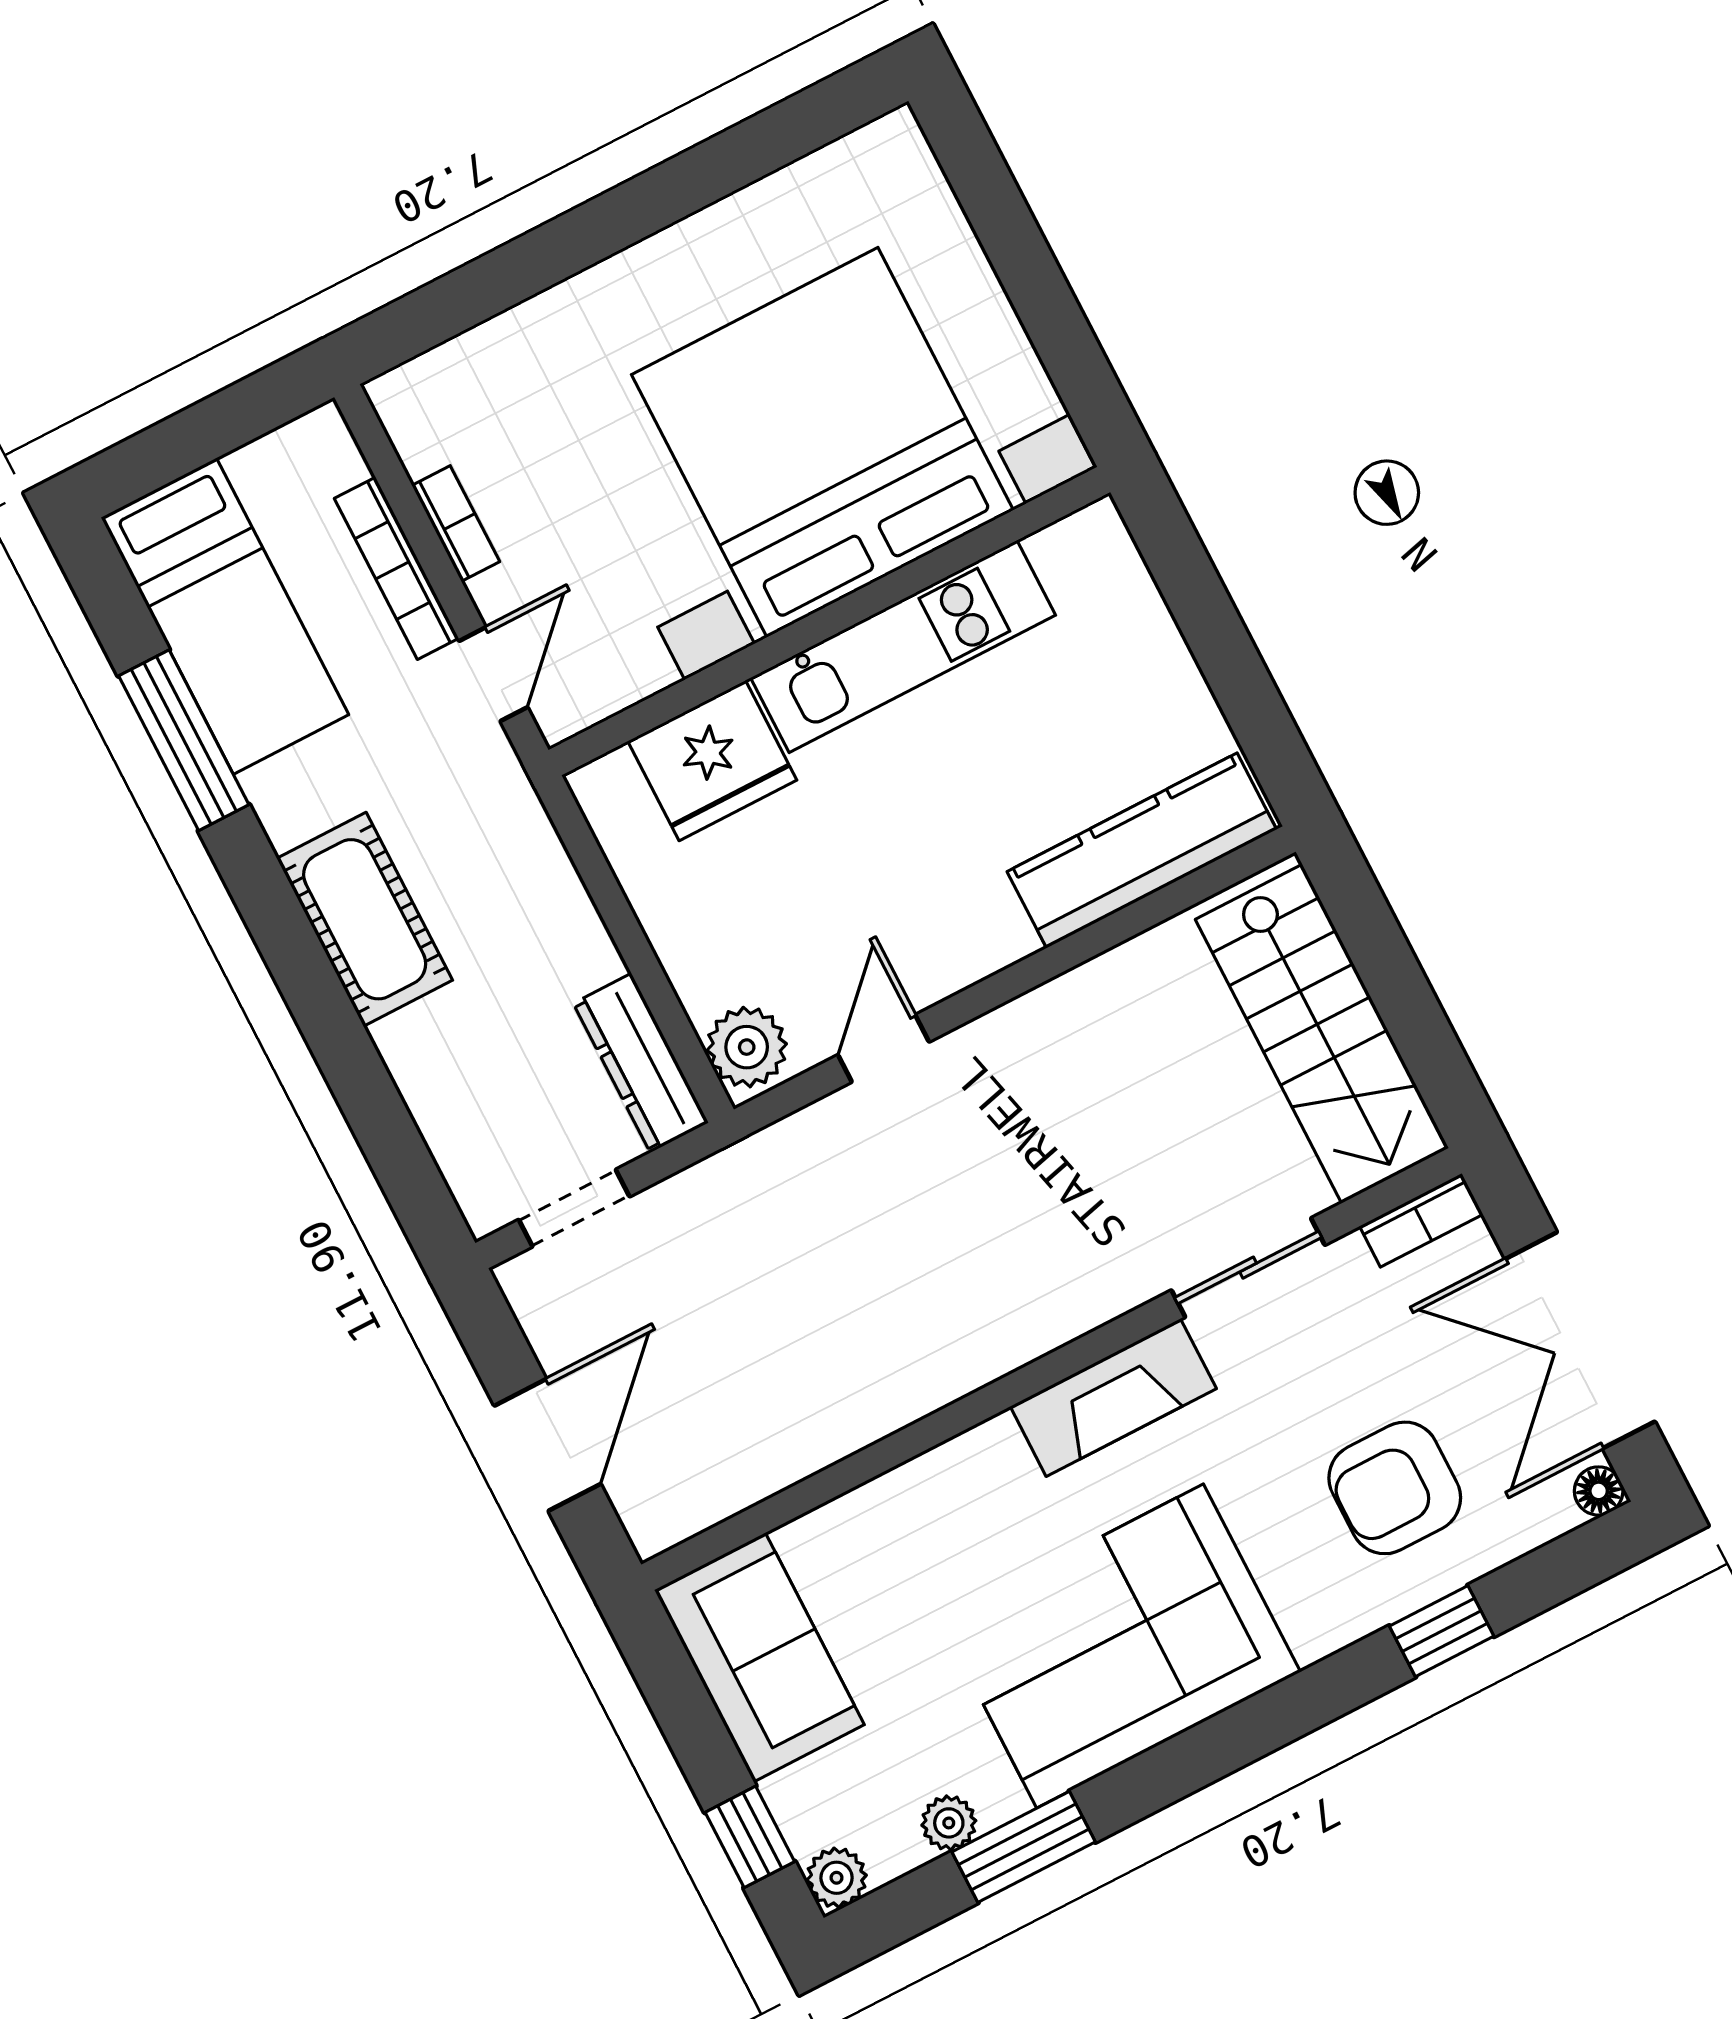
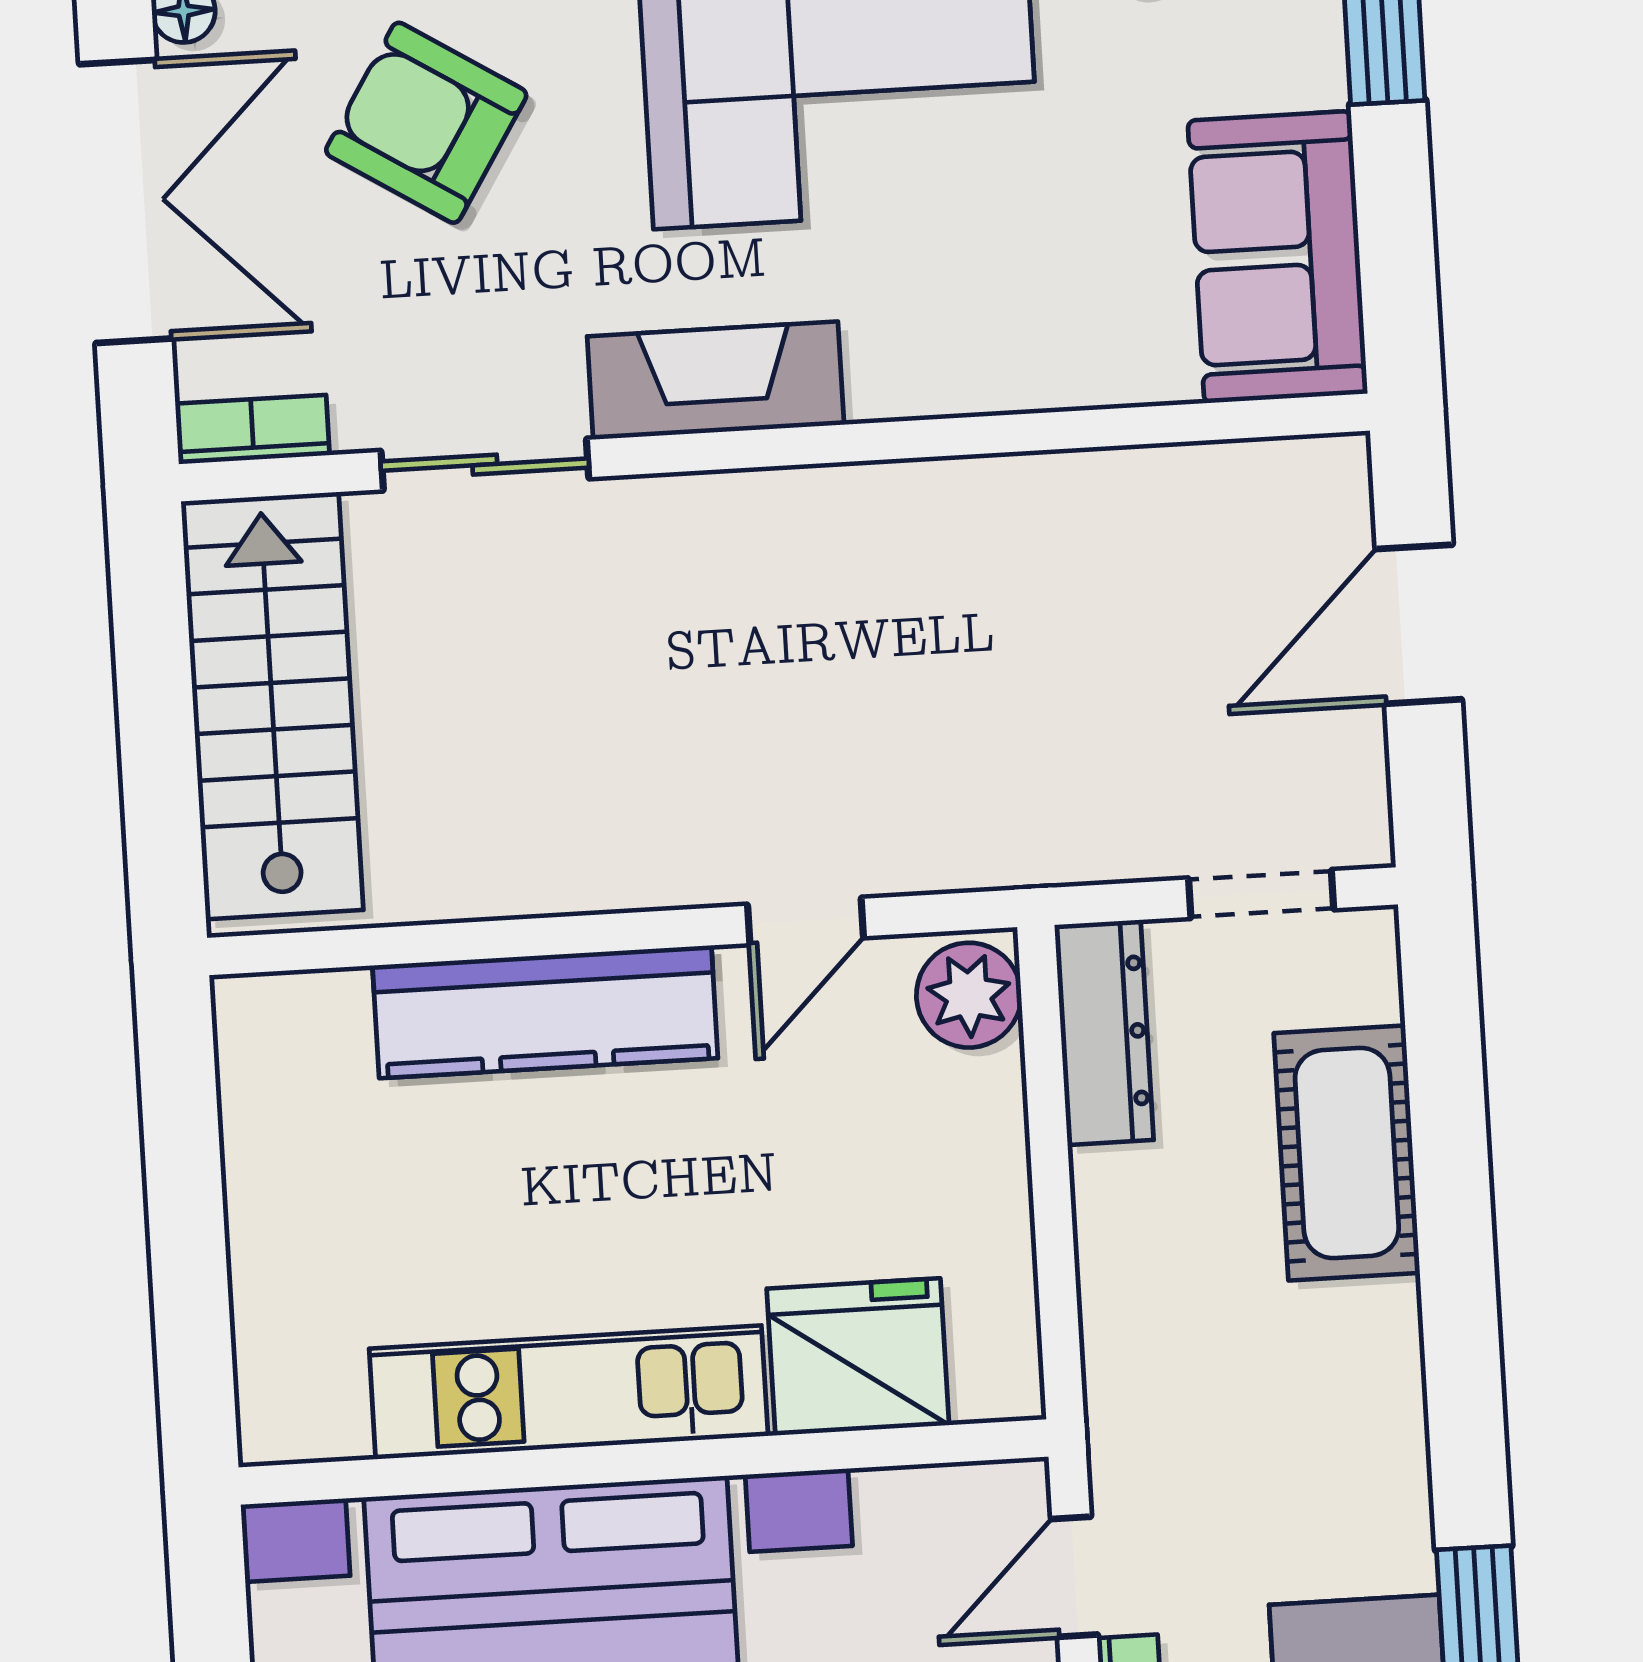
kitchen counter: (1142, 850) -> (545, 1012), moved
cot: (365, 919) -> (1347, 1153), moved
armchair: (1395, 1488) -> (426, 123), turned -148

